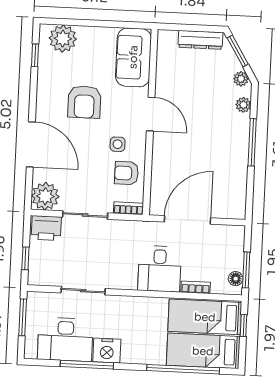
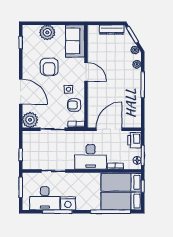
plant: (63, 39) -> (47, 32), moved
printer: (46, 228) -> (135, 140), moved, turned 90
desk: (159, 269) -> (91, 157), width x1.37

